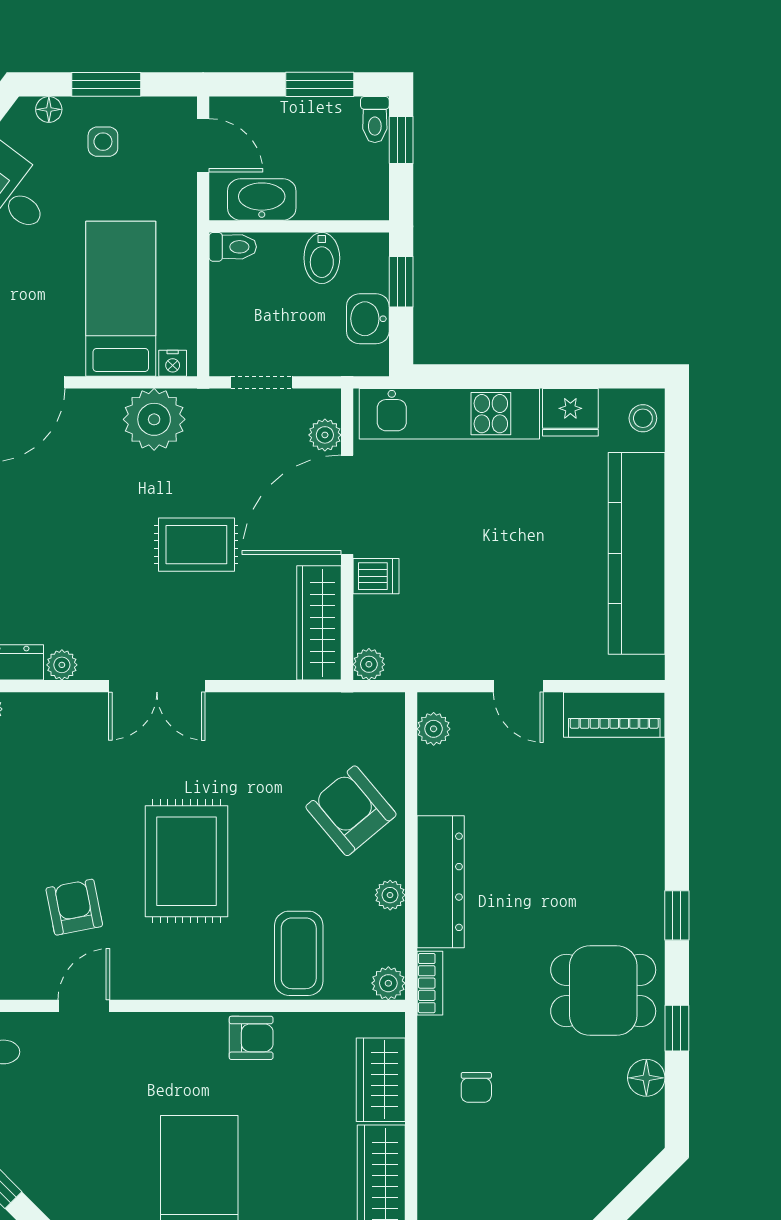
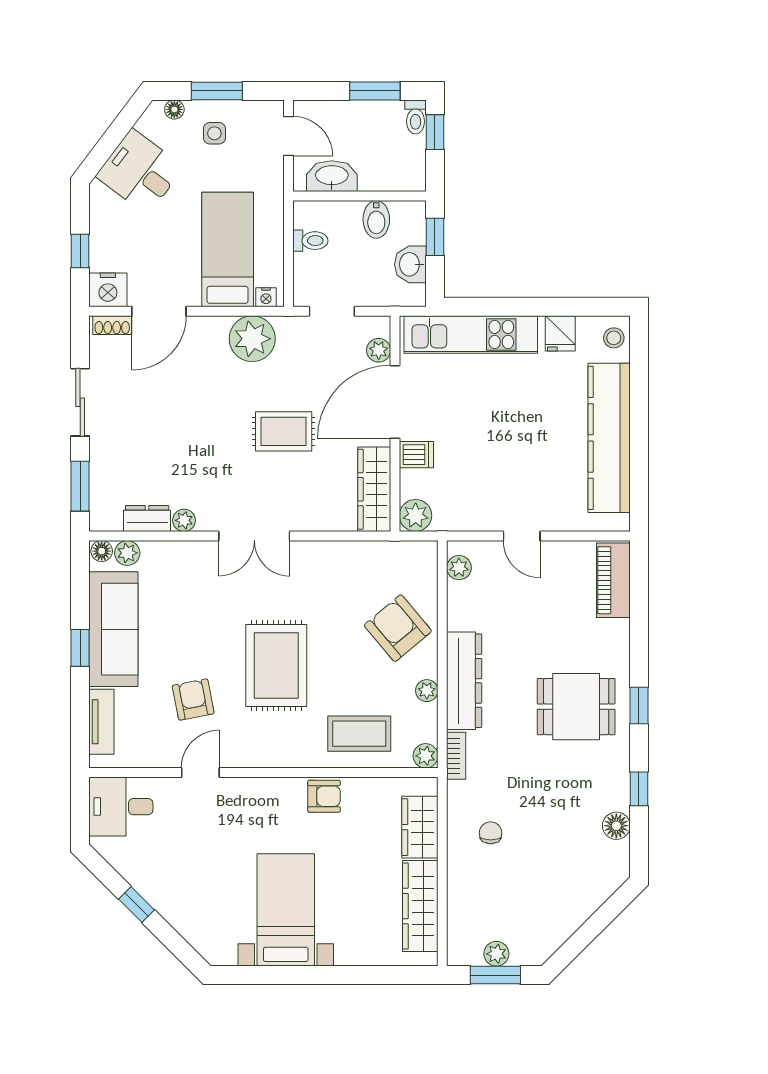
toilet: (233, 247) -> (310, 241), moved
fridge: (570, 412) -> (560, 333), width x0.72
plant: (369, 664) -> (416, 515), width x1.38, depth x1.38
piano: (614, 715) -> (613, 580), moved, turned 90
coffee table: (299, 953) -> (359, 734), turned 90
dining table: (603, 991) -> (576, 707), moved
chair: (476, 1087) -> (491, 833), turned 180

